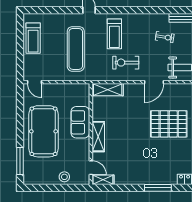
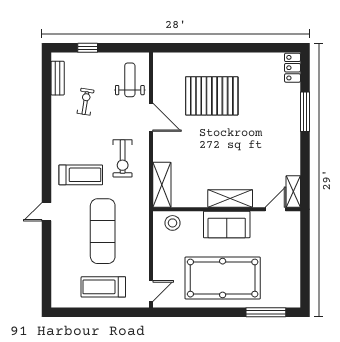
treadmill: (33, 38) -> (103, 287), moved, turned 180
exercise mat: (76, 49) -> (103, 231), turned 90
sofa: (80, 122) -> (227, 224), moved
pallet: (169, 124) -> (212, 96), turned 90
stool: (64, 177) -> (173, 223), moved

